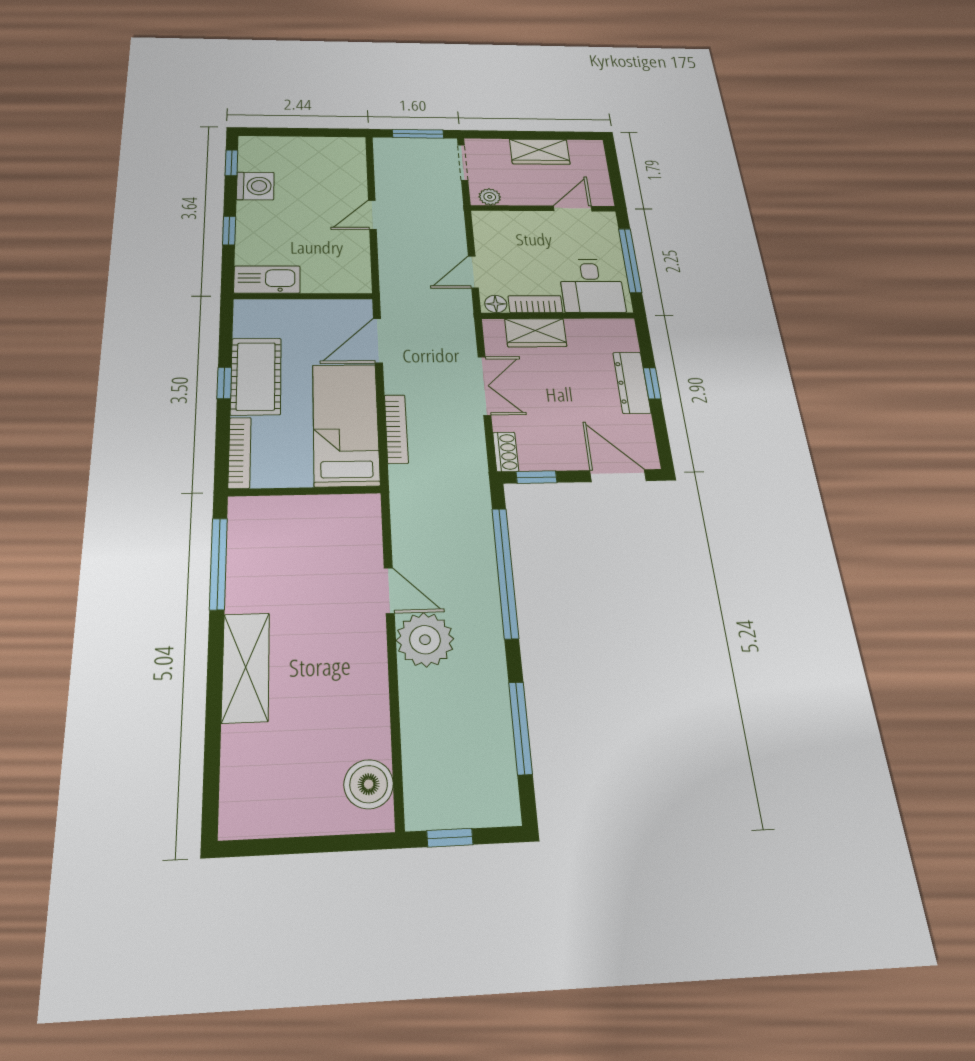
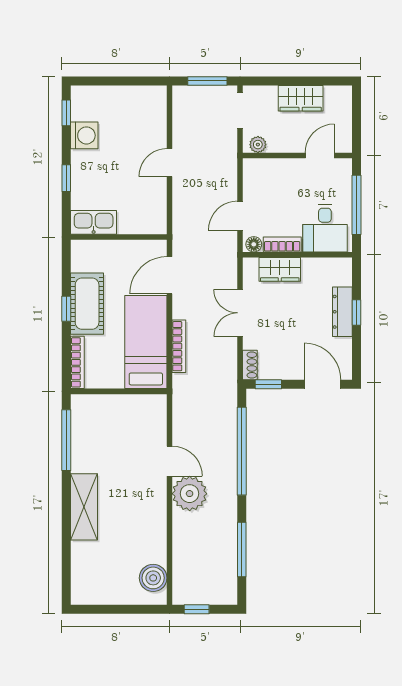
double door: (484, 386) -> (240, 313), swing flipped

